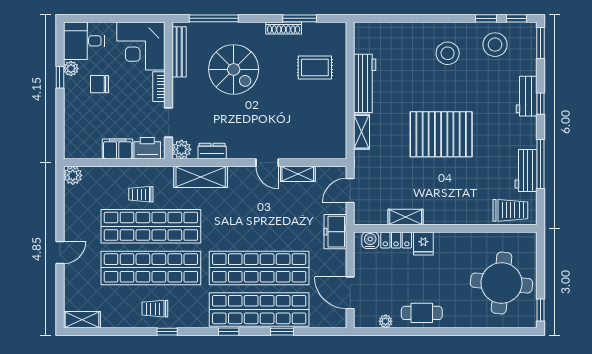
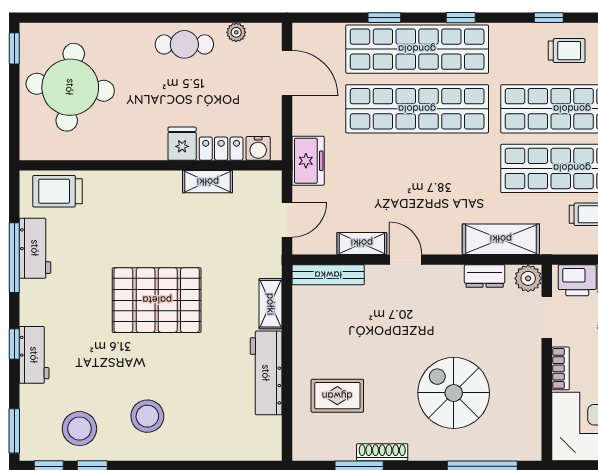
bench: (179, 52) -> (328, 275), moved, turned 90

